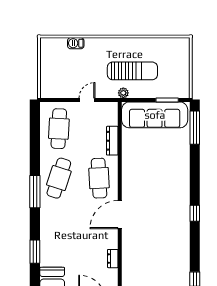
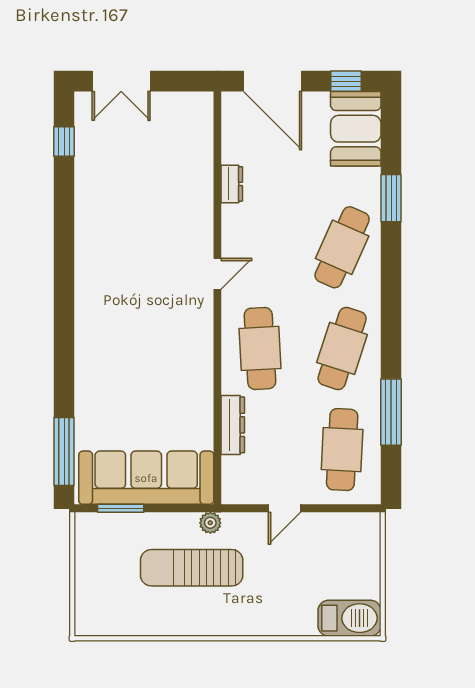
barbecue: (76, 43) -> (349, 618), moved, width x1.88, depth x1.53
window: (35, 192) -> (391, 412), moved
window: (195, 213) -> (64, 276), removed
door: (120, 215) -> (217, 274), width x0.53
cafe table: (59, 228) -> (342, 247), added

